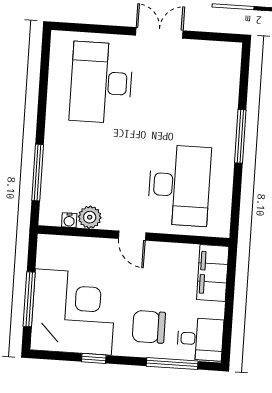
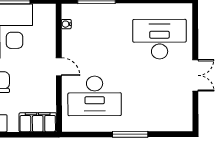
plant: (90, 217) -> (69, 38), removed
door: (132, 236) -> (59, 67), swing flipped

